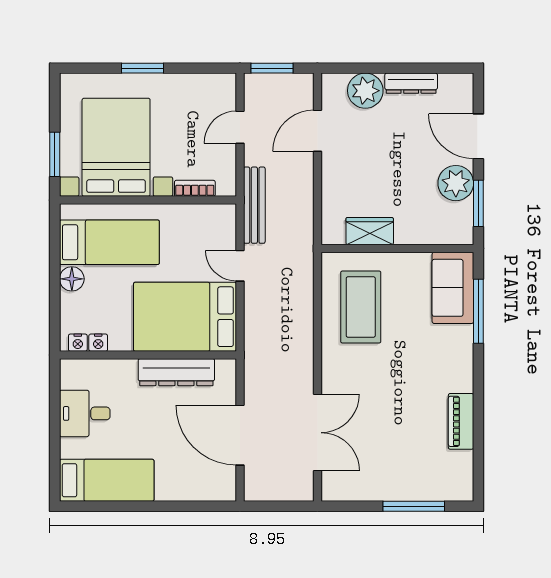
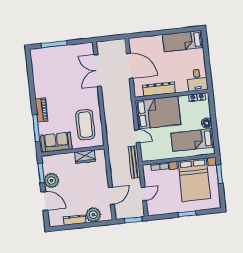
sofa: (453, 288) -> (56, 142), moved, turned -90
desk: (85, 413) -> (197, 80), moved, turned 90
piano: (461, 421) -> (41, 110), moved

